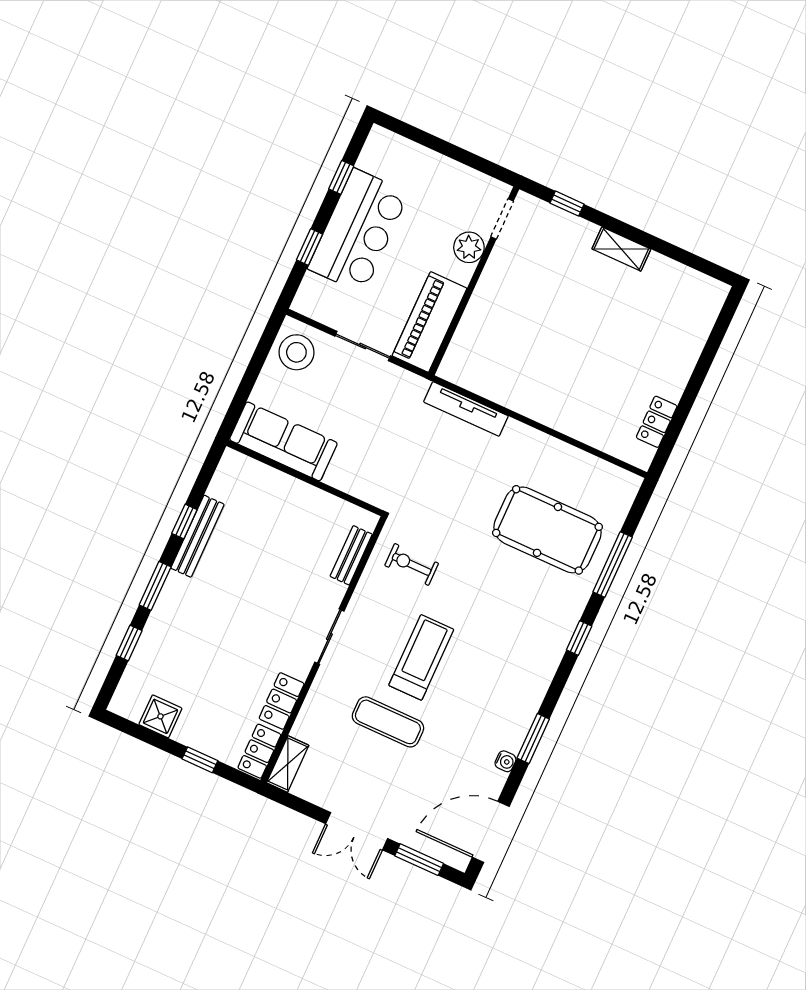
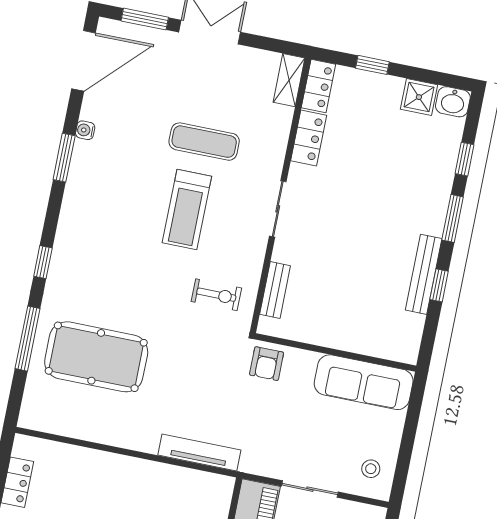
stool: (296, 352) -> (371, 469), width x0.53, depth x0.53
armchair: (377, 483) -> (267, 364), added
washbasin: (127, 704) -> (453, 102), added

